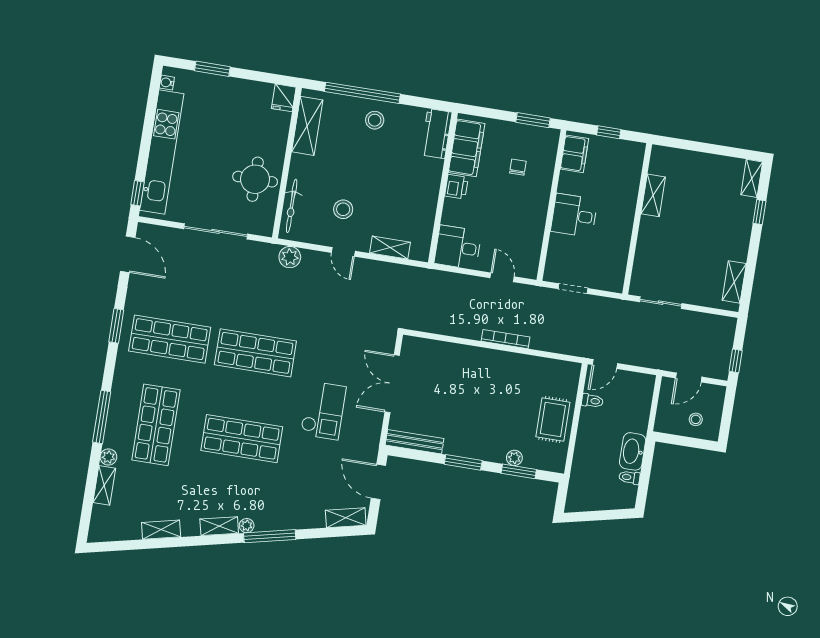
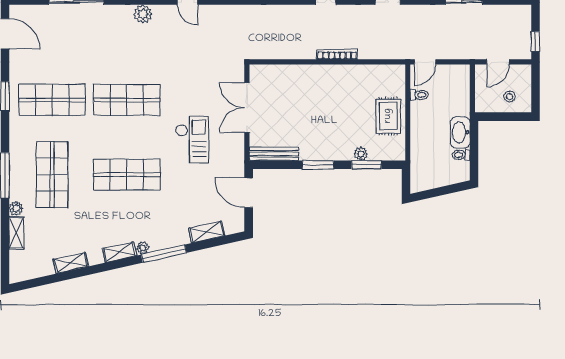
shelving: (346, 518) -> (207, 232), moved

